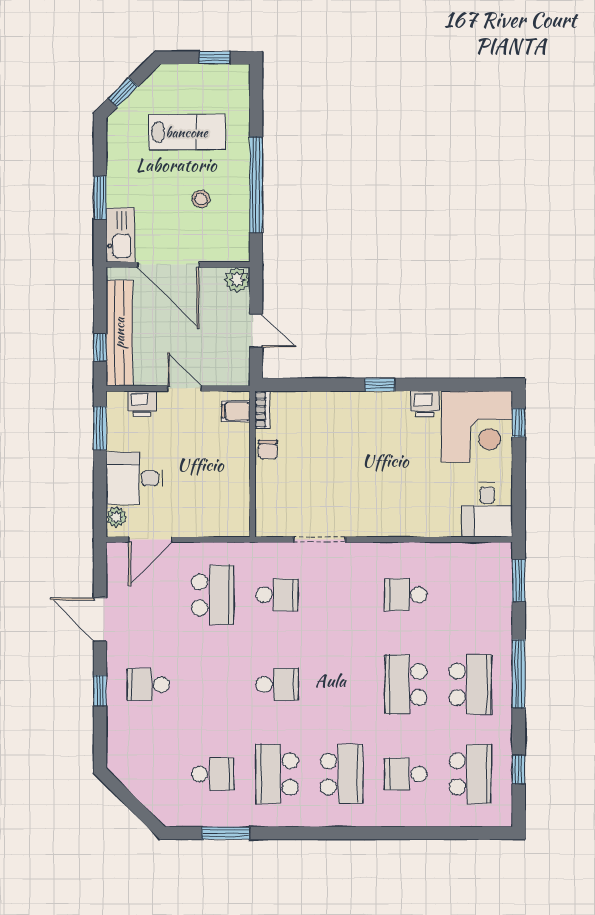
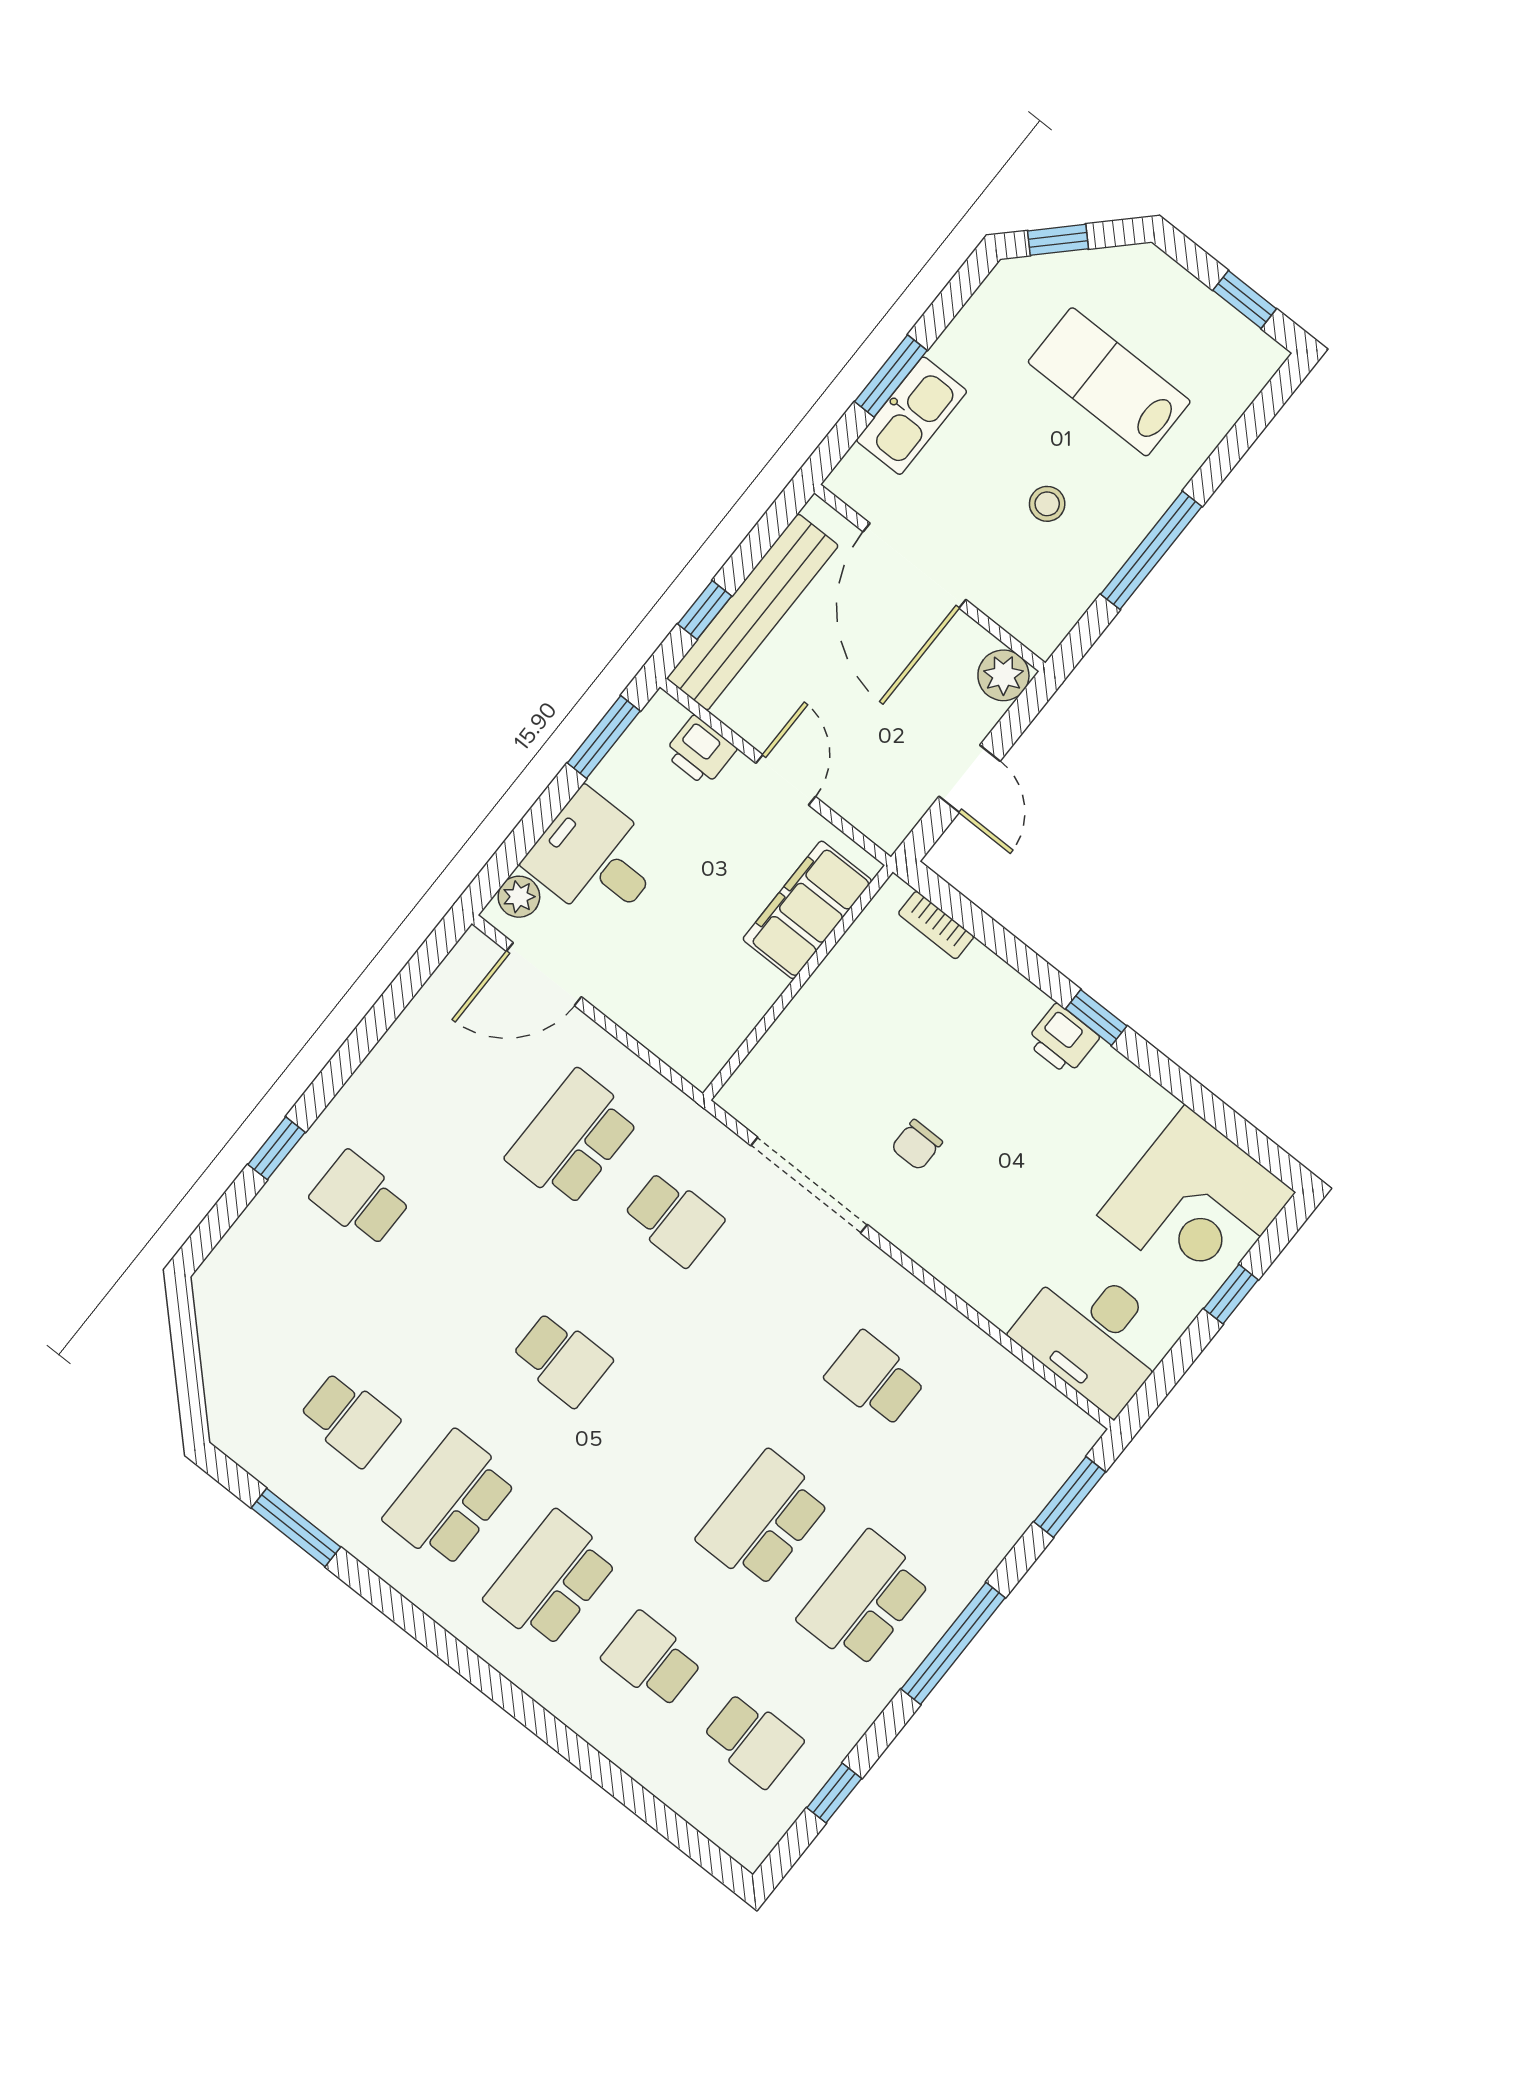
lab bench: (187, 132) -> (1109, 382), turned 180
window: (256, 185) -> (1151, 550), width x0.68
kitchen sink: (120, 235) -> (912, 416), moved
printer: (425, 404) -> (1062, 1040), moved
bookcase: (262, 410) -> (936, 925), moved, turned 90
filing cabinet: (236, 411) -> (807, 910), width x3.00, depth x1.17
window: (519, 423) -> (1231, 1294), moved
chair: (268, 449) -> (917, 1145), moved
desk: (487, 510) -> (1094, 1336), width x1.37
doorway: (320, 540) -> (809, 1185), width x1.36
school desk: (213, 595) -> (573, 1138), turned 180
door: (100, 620) -> (365, 1037), removed
school desk: (470, 684) -> (864, 1600), turned 180
school desk: (341, 774) -> (551, 1579), turned 180
school desk: (470, 774) -> (753, 1740), width x0.54

